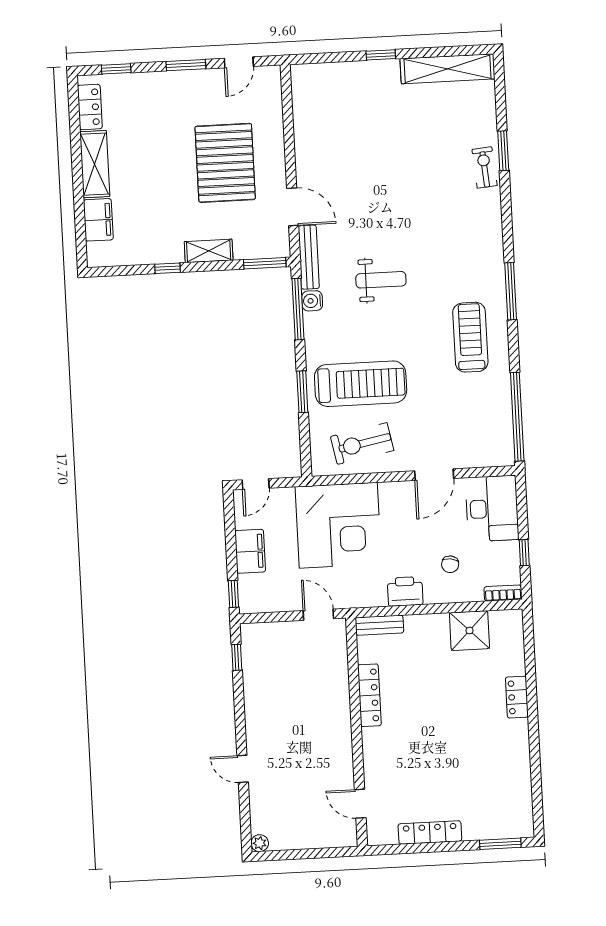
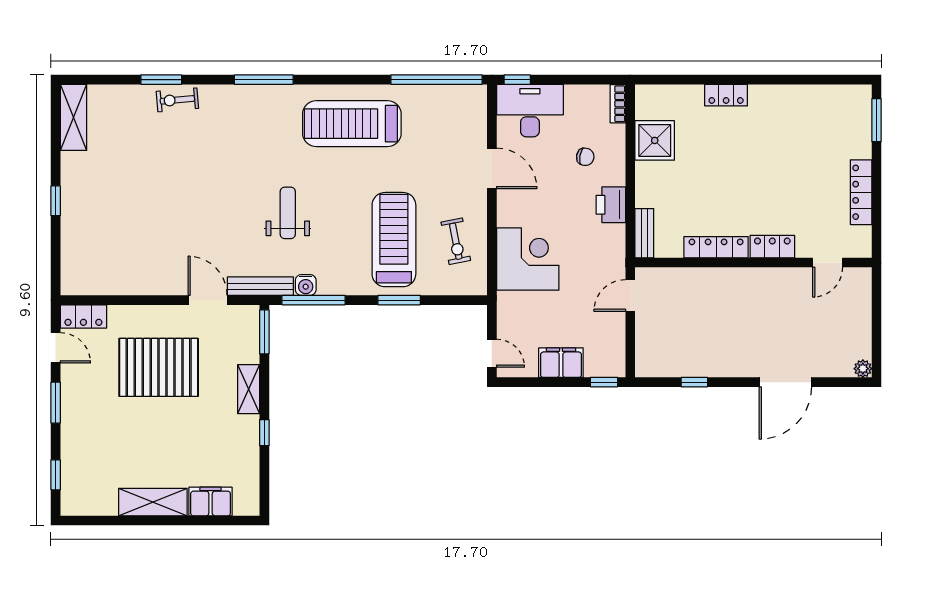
shelving: (447, 69) -> (73, 117), width x0.68
locker: (90, 107) -> (83, 316), moved, turned 180
door: (293, 207) -> (208, 300), hinge flipped
window: (511, 291) -> (264, 80), moved
treadmill: (470, 337) -> (352, 124), width x1.37, depth x1.38
exercise bike: (362, 444) -> (456, 241), width x0.73, depth x0.72
corner desk: (338, 525) -> (528, 259), width x0.74, depth x0.74
window: (524, 553) -> (517, 80), moved
window: (237, 657) -> (694, 382), moved
locker: (373, 750) -> (772, 247), added
door: (243, 769) -> (785, 382), width x1.88

